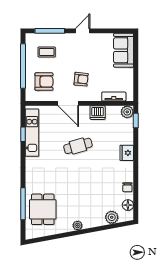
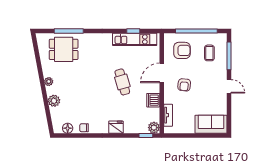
armchair: (44, 82) -> (182, 50), turned -90
plant: (112, 217) -> (54, 101), moved

